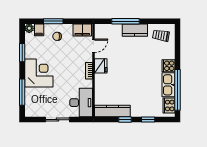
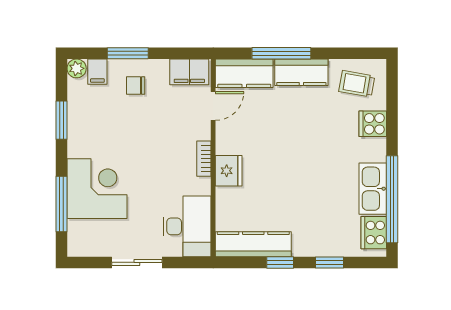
kitchen counter: (108, 31) -> (244, 73), added
fridge: (101, 66) -> (229, 171), moved
cooker: (168, 66) -> (373, 124), moved
corner desk: (39, 73) -> (97, 189), moved

